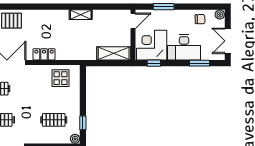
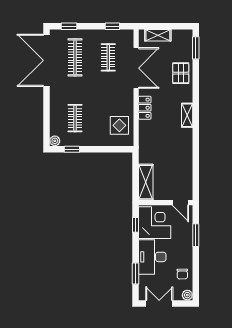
shelving: (81, 15) -> (187, 115), moved

